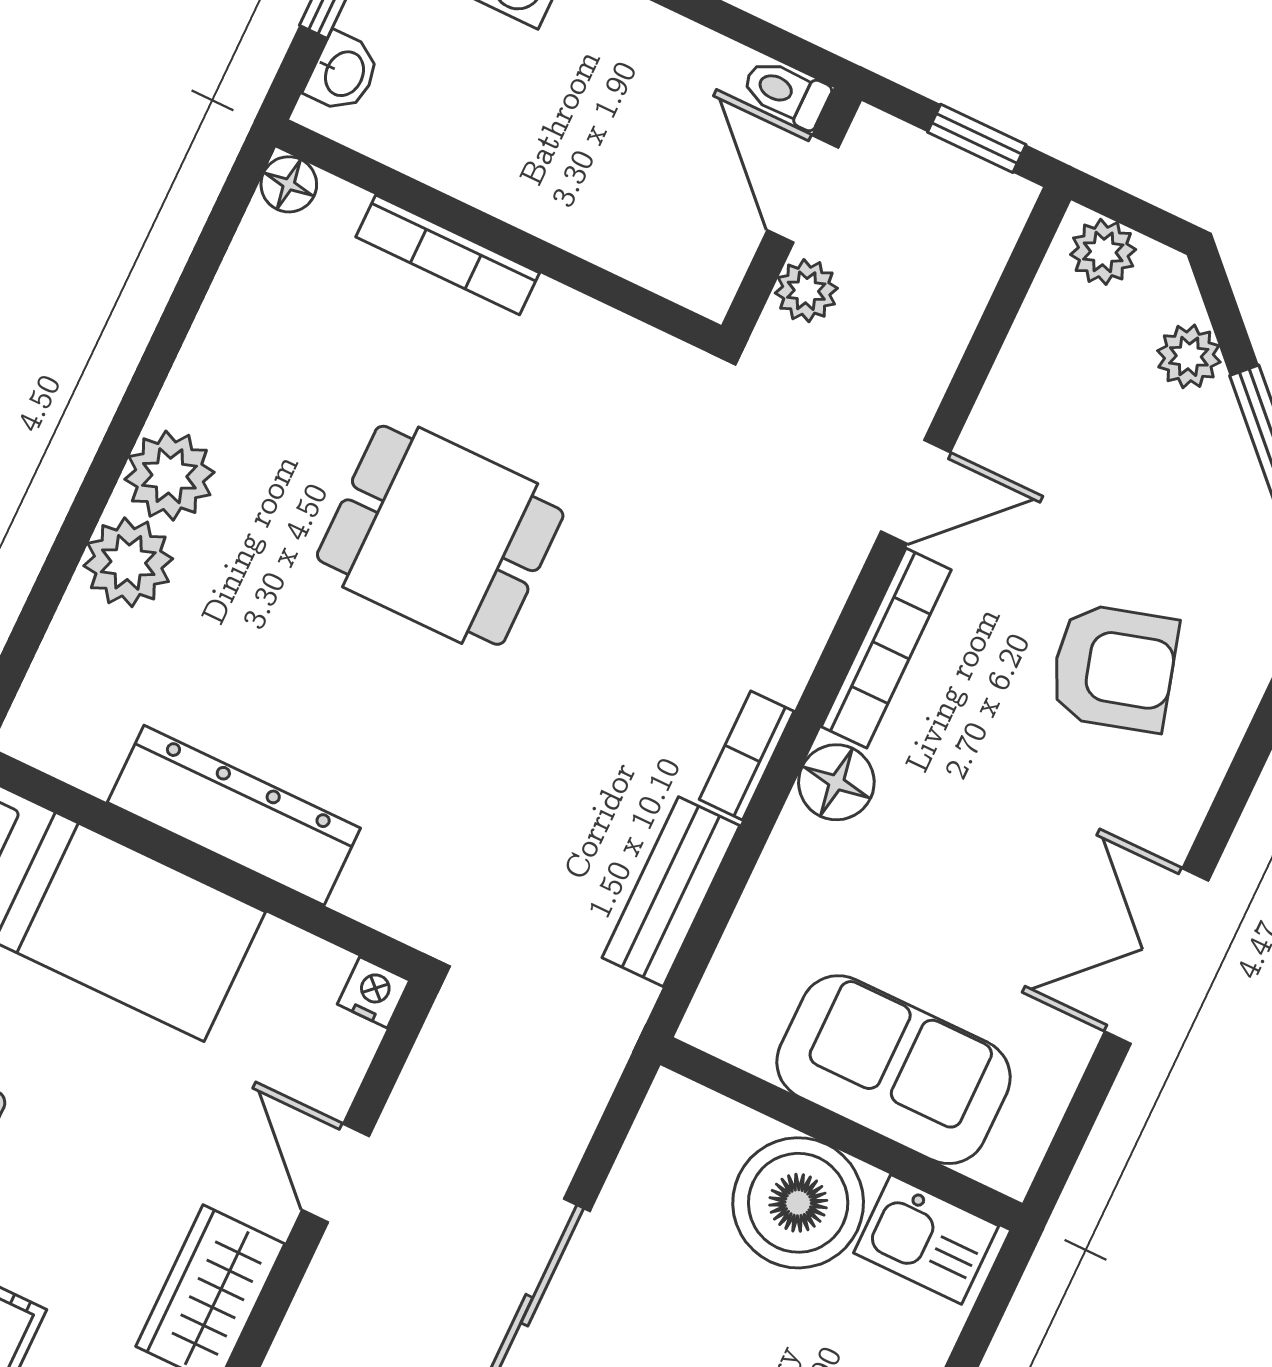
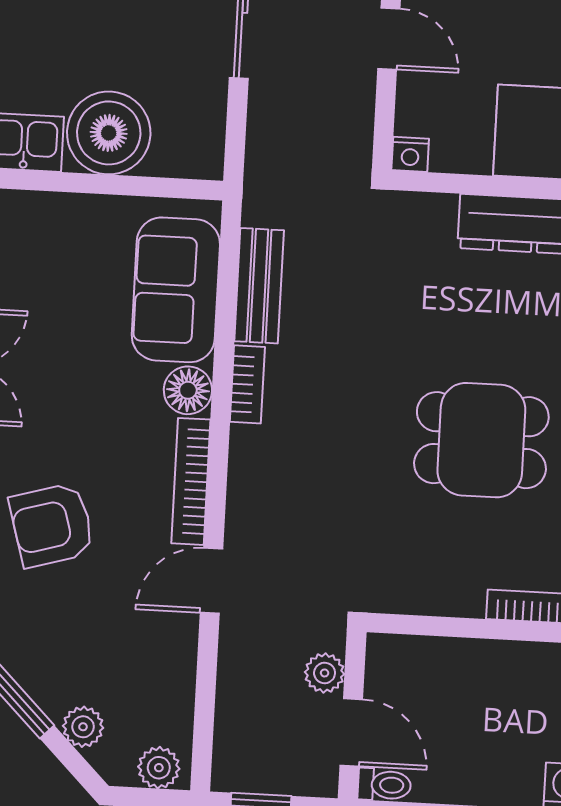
sofa: (893, 1070) -> (176, 290), moved, turned 90

